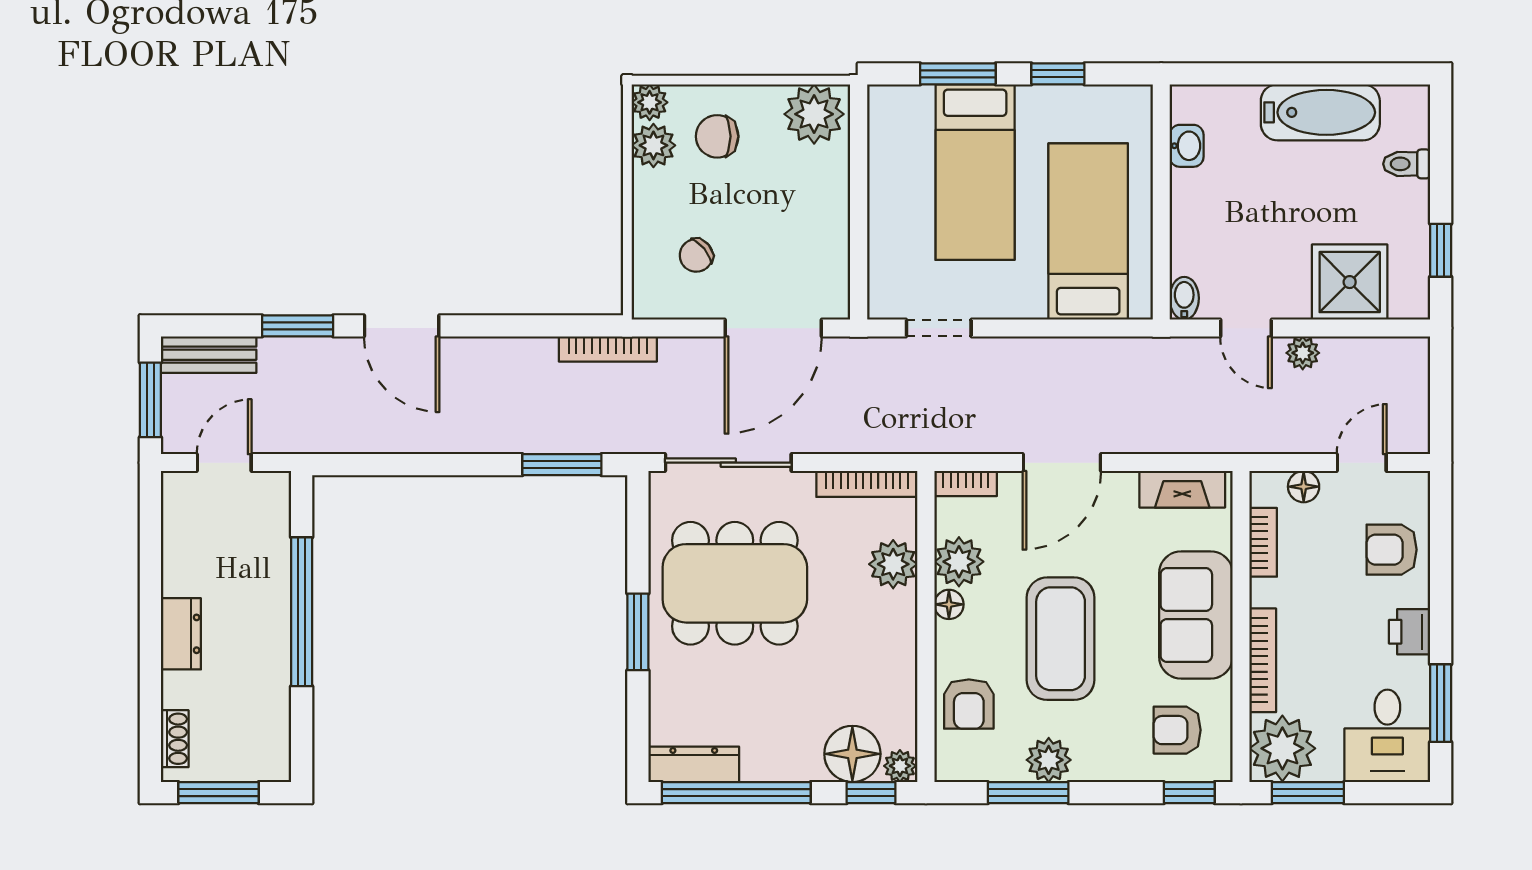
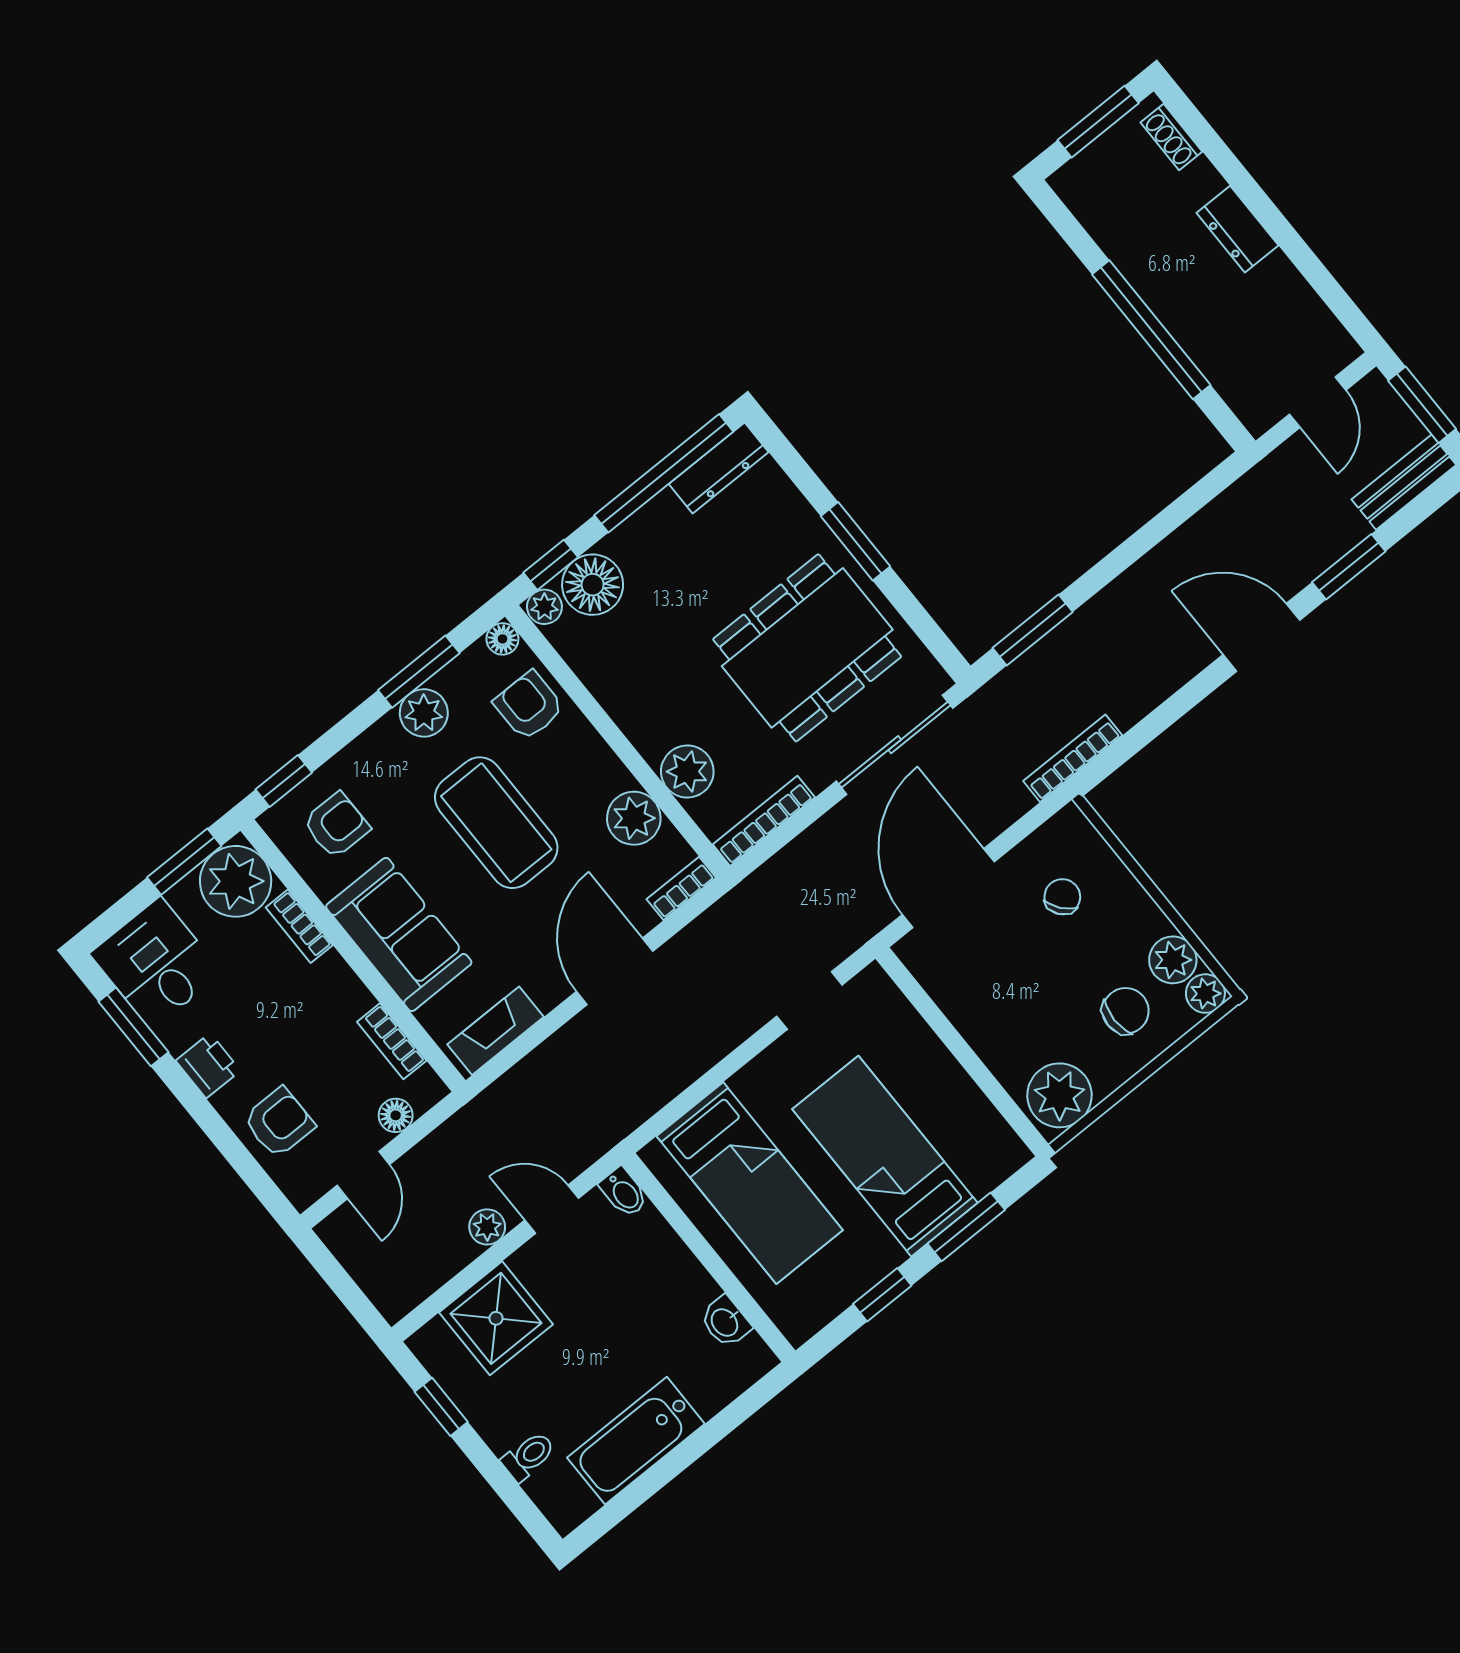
floor lamp: (949, 604) -> (502, 639), moved
bookcase: (1263, 660) -> (299, 926), width x0.64

